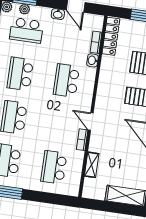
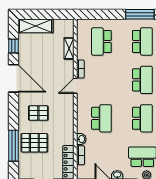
door: (91, 121) -> (75, 86), swing flipped
school desk: (54, 167) -> (101, 41), turned 180

